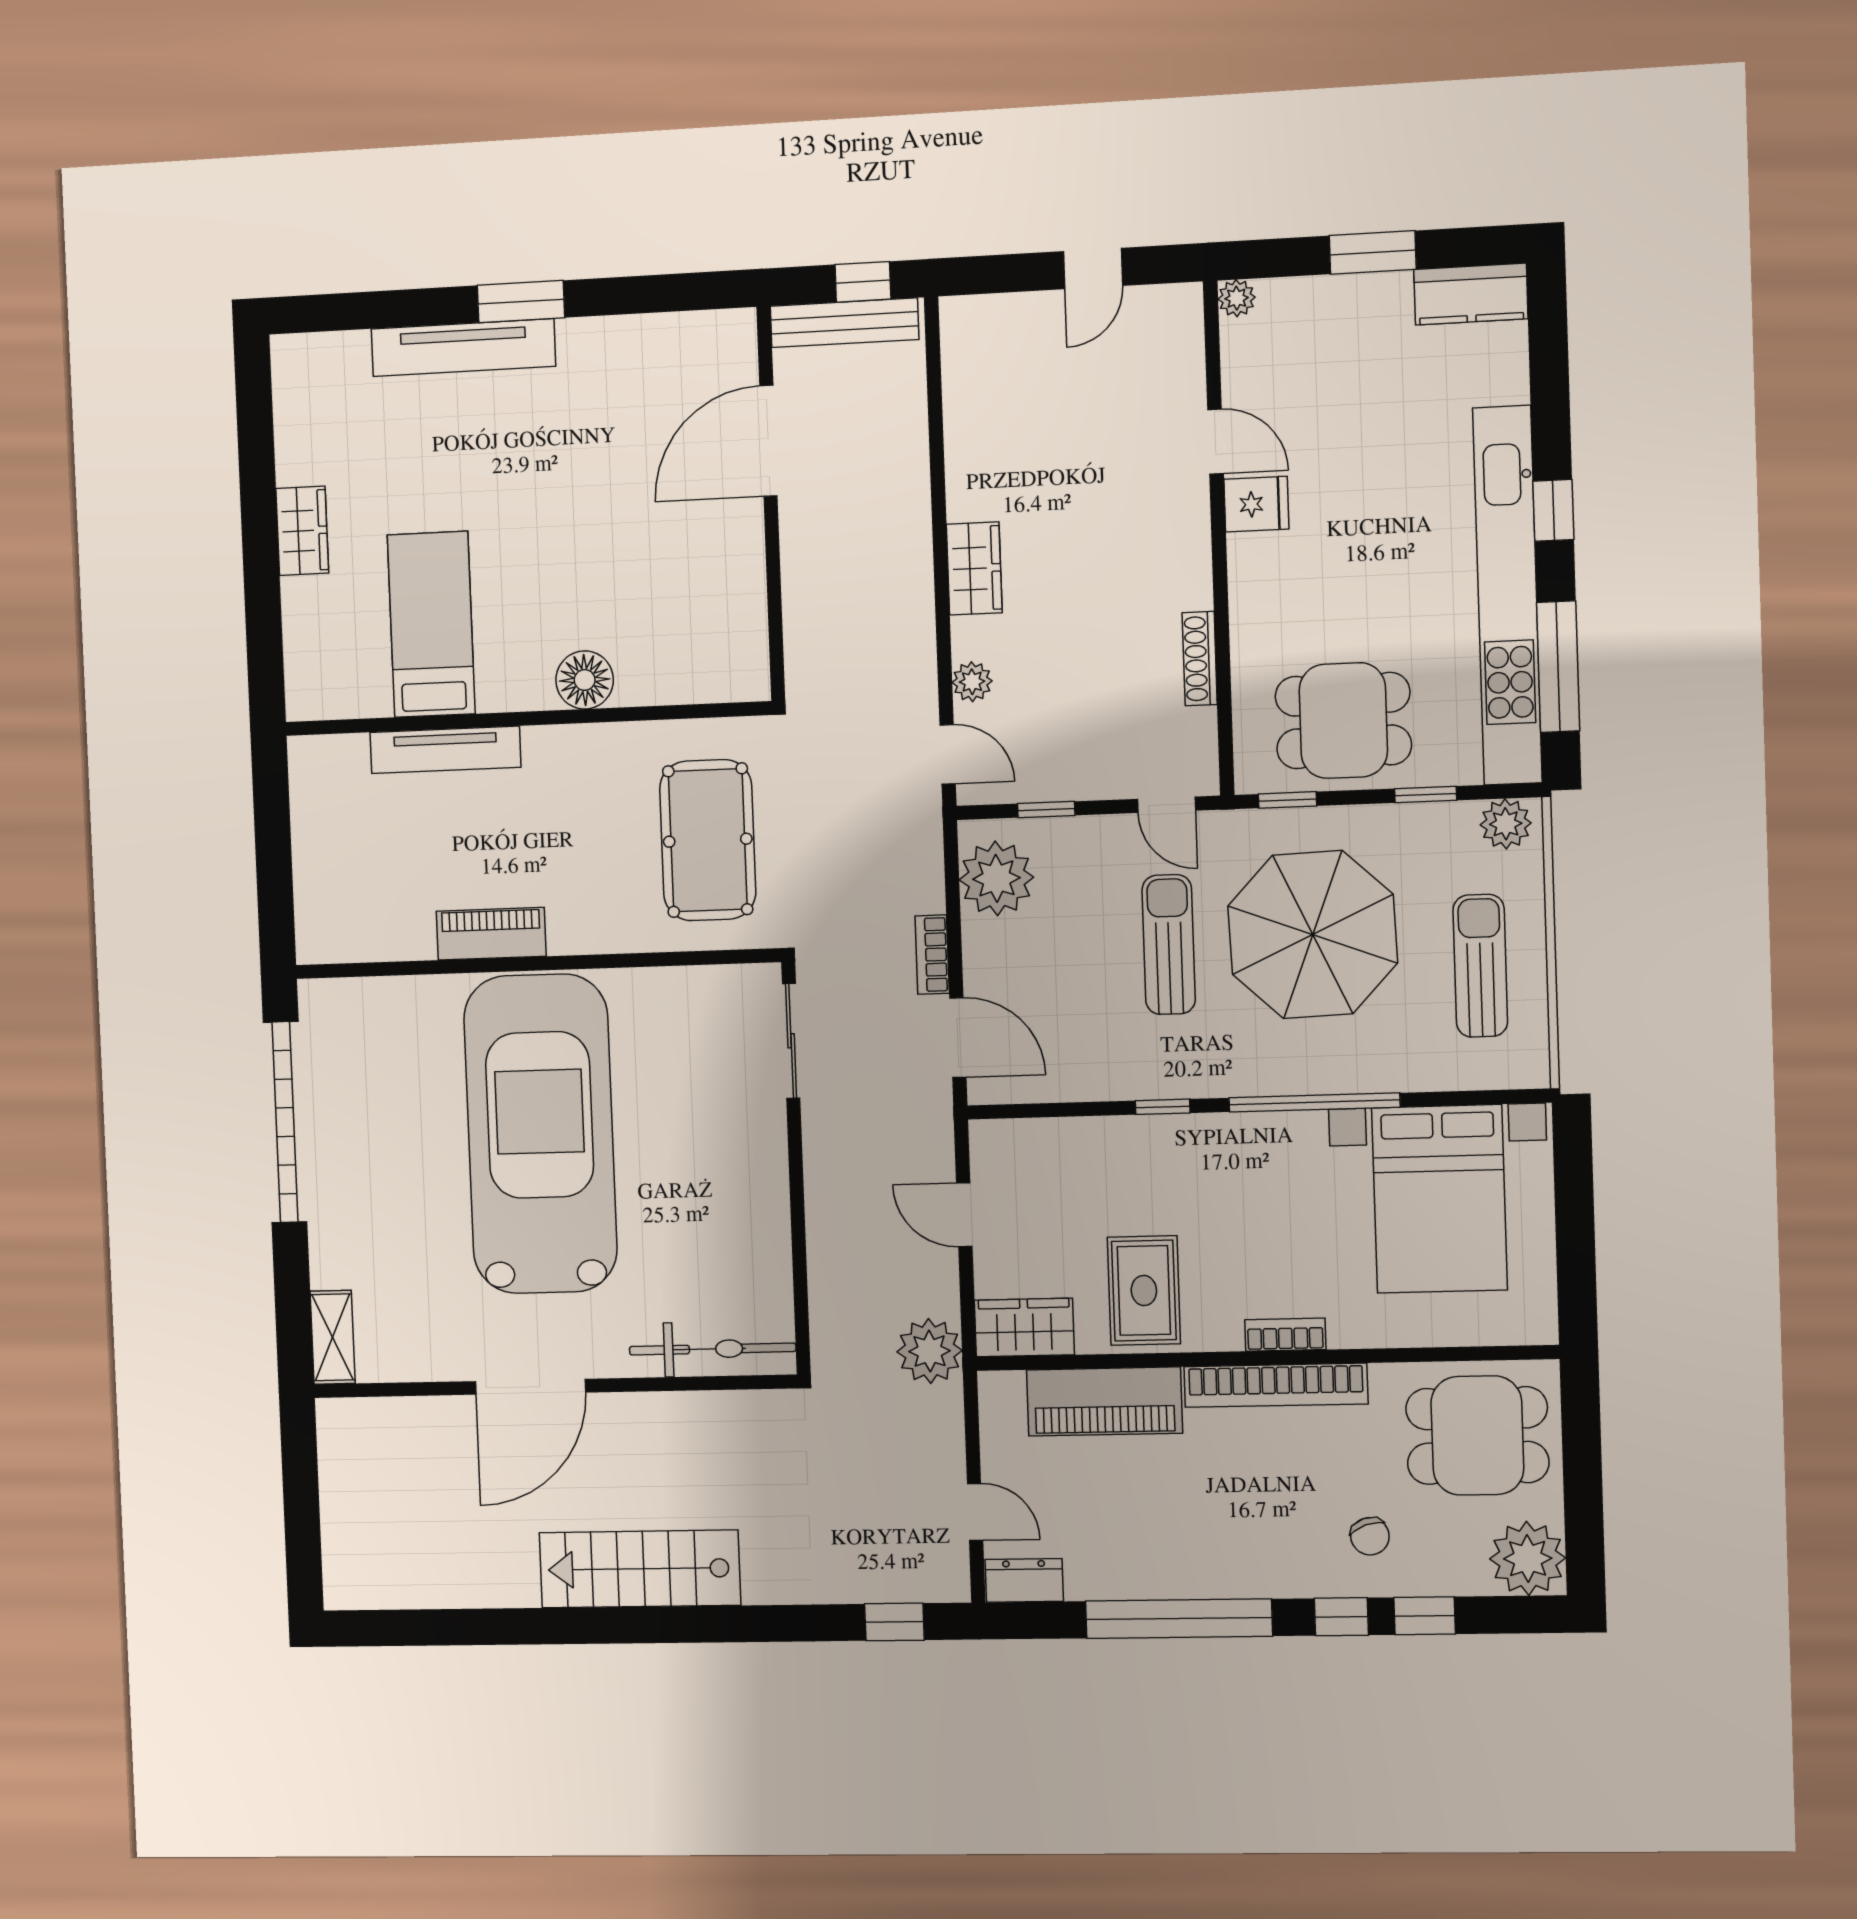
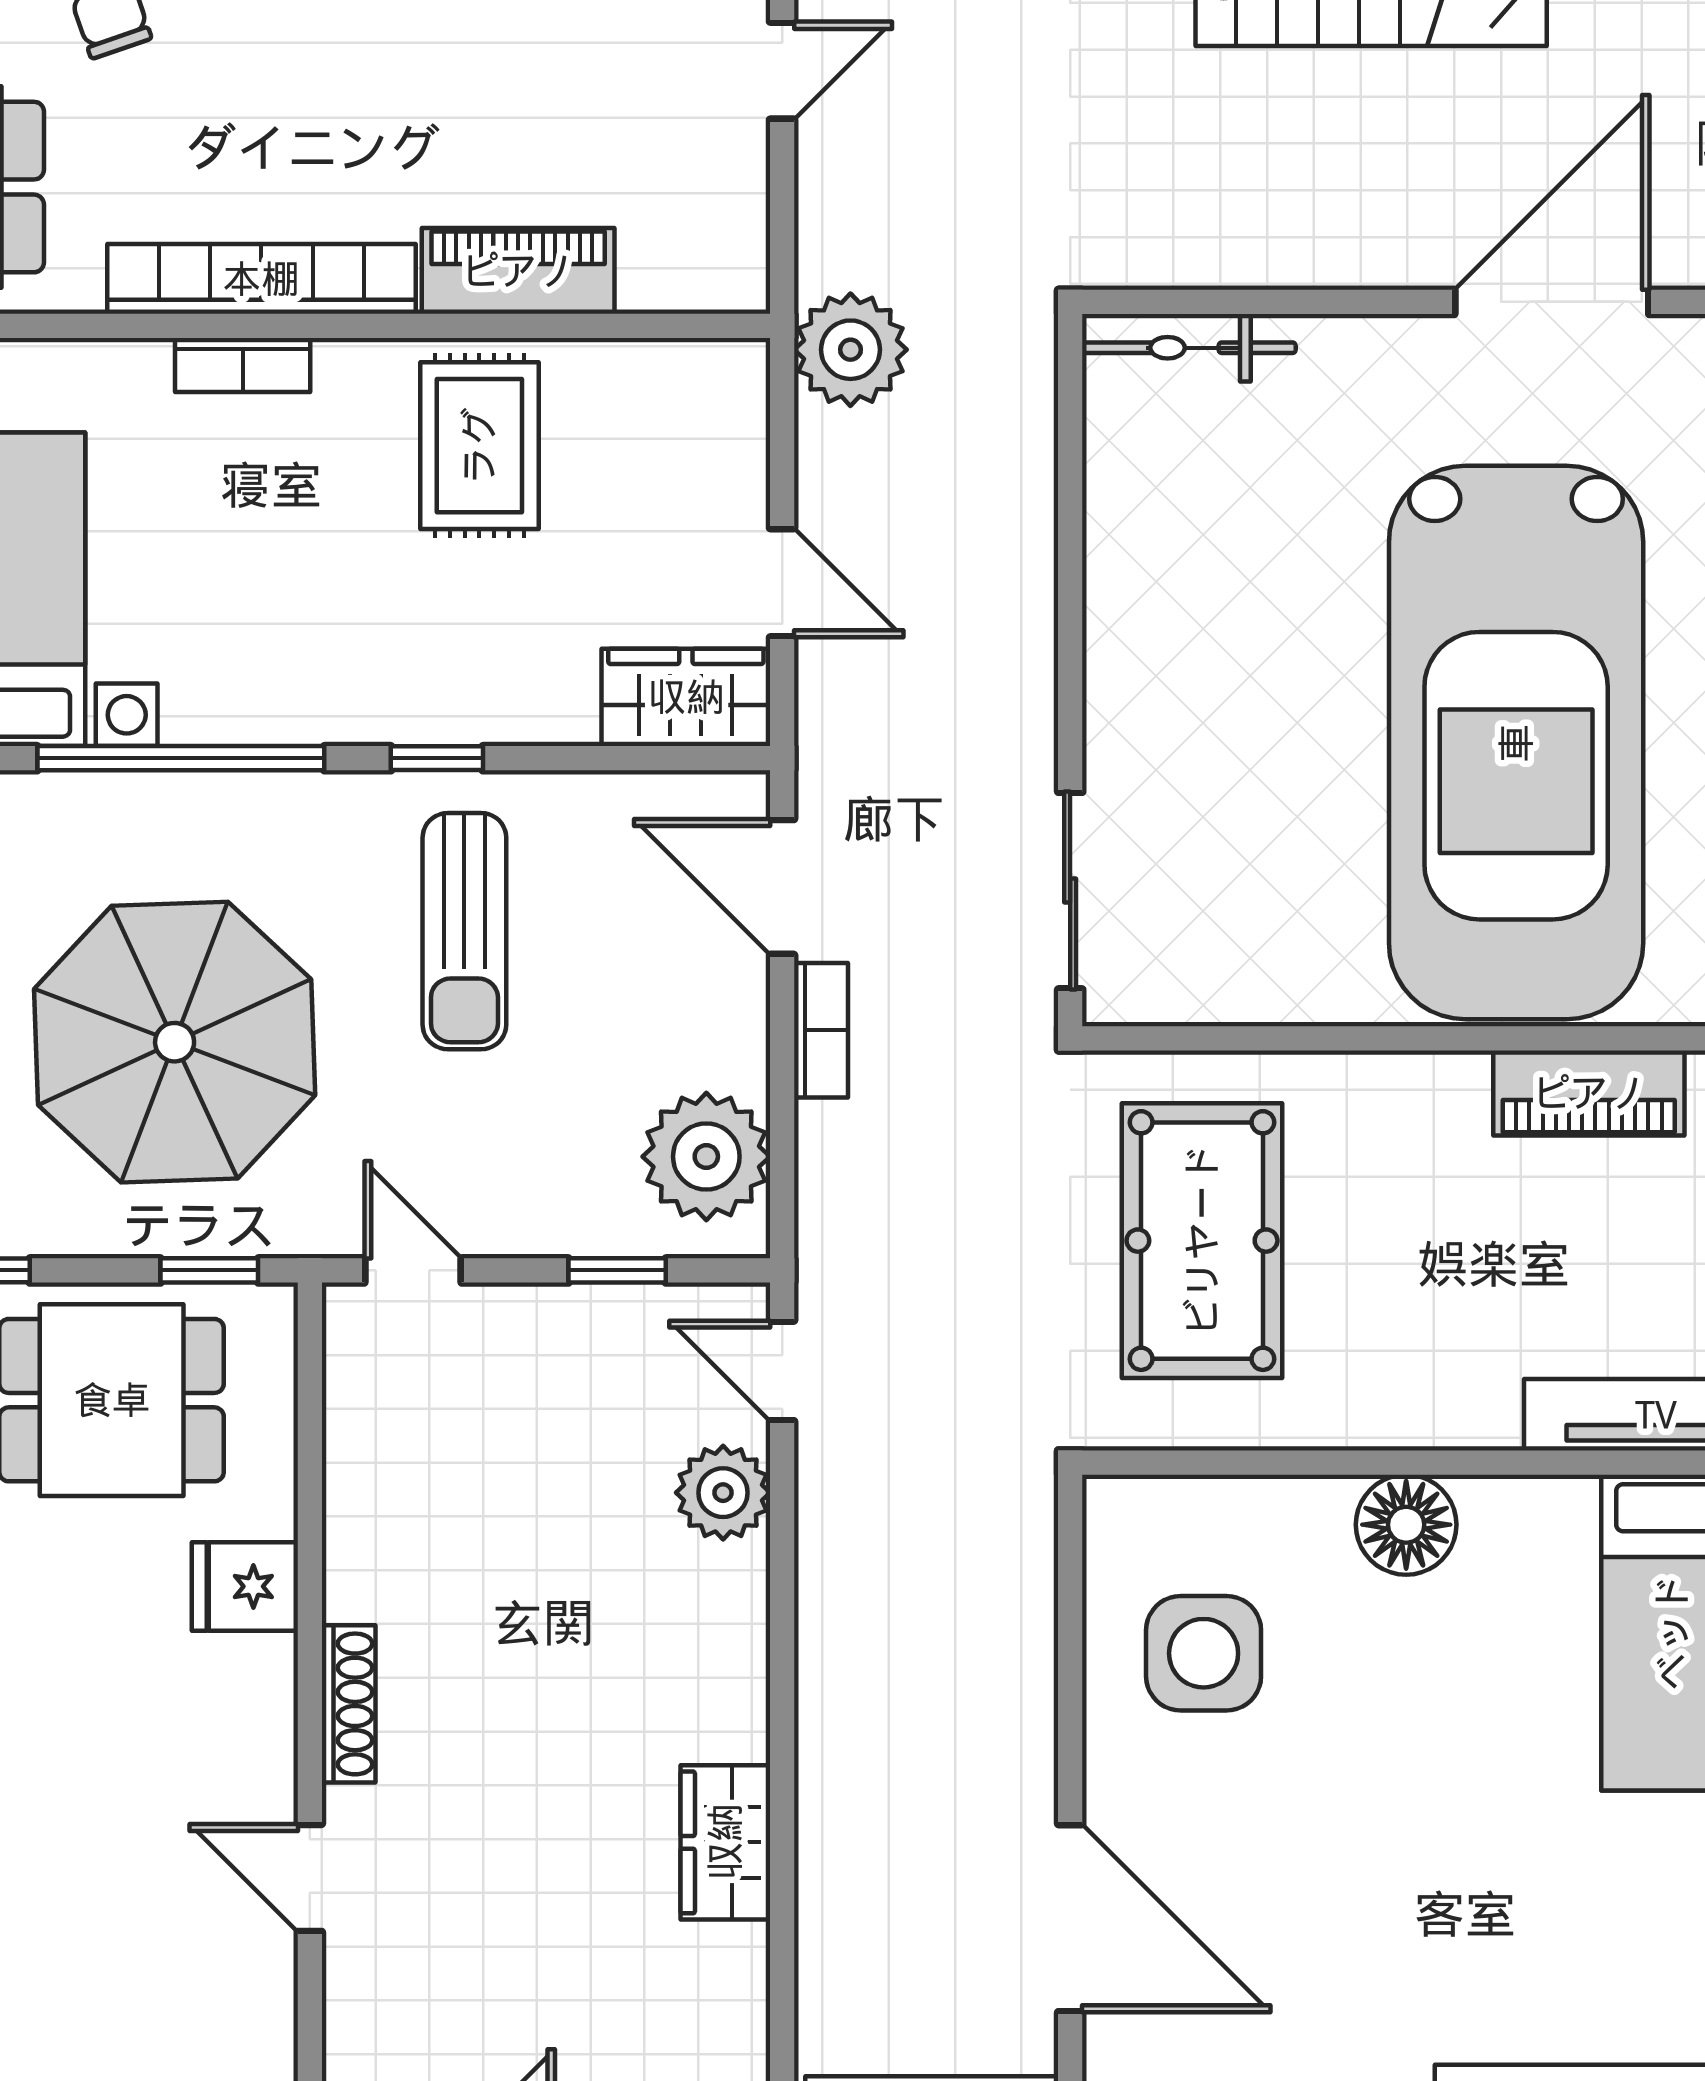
door: (768, 441) -> (1070, 1918), hinge flipped
fridge: (1256, 504) -> (245, 1586), moved
wardrobe: (974, 568) -> (725, 1842), moved
side table: (698, 600) -> (1204, 1653), added
shoe rack: (1200, 659) -> (349, 1704), moved
plant: (972, 682) -> (723, 1493), width x1.38, depth x1.38
sun lounger: (1169, 945) -> (464, 931), moved
wardrobe: (1024, 1327) -> (686, 697), moved, turned 180
bicycle: (713, 1349) -> (1189, 348), width x0.73, depth x0.71
piano: (1104, 1401) -> (518, 271), width x0.73, depth x0.75
door: (975, 1512) -> (782, 71), swing flipped

